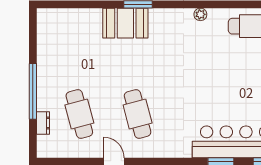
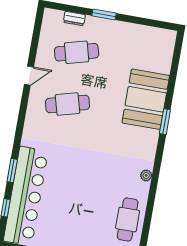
booth: (125, 23) -> (146, 99), width x1.36, depth x1.42
window: (33, 91) -> (104, 14), width x0.47

